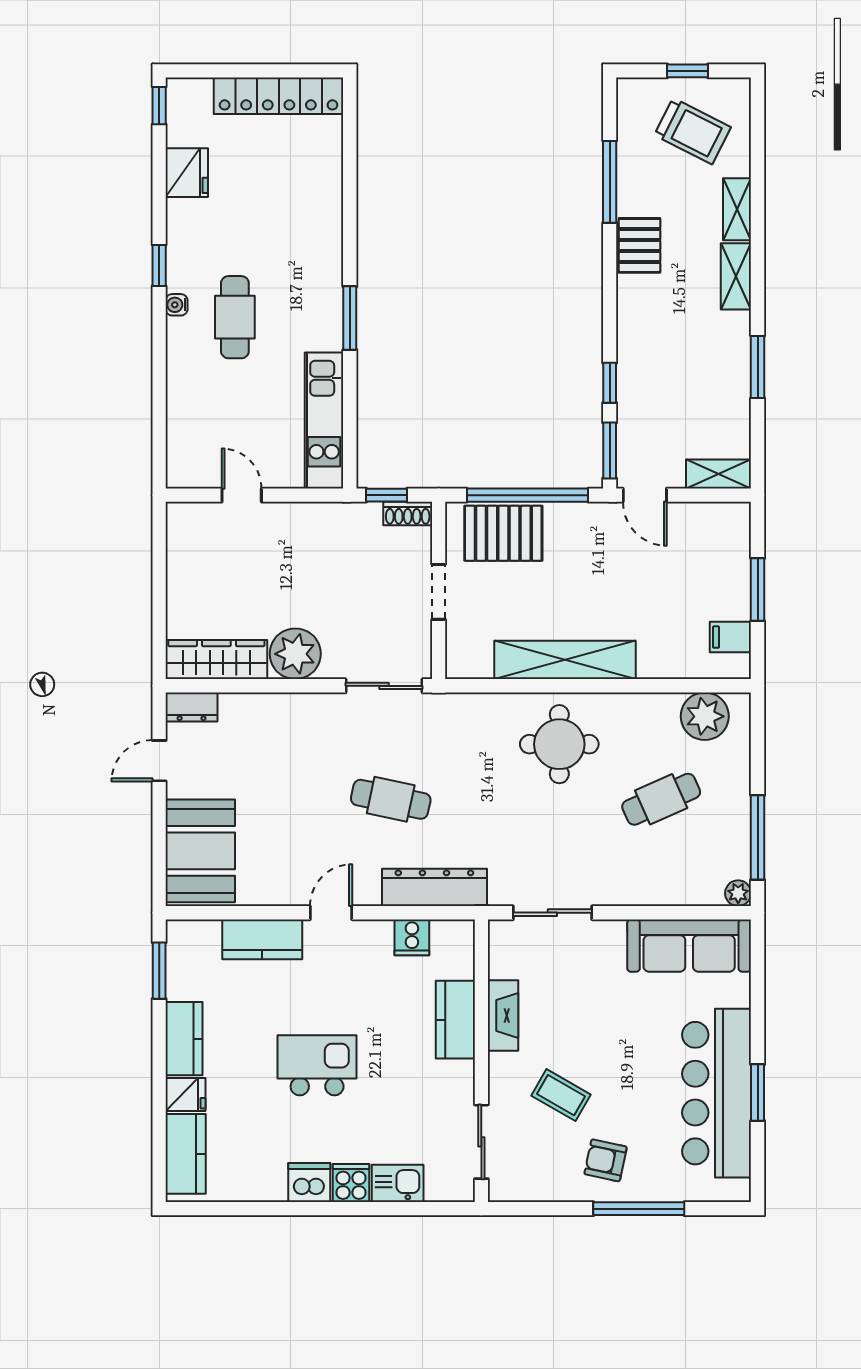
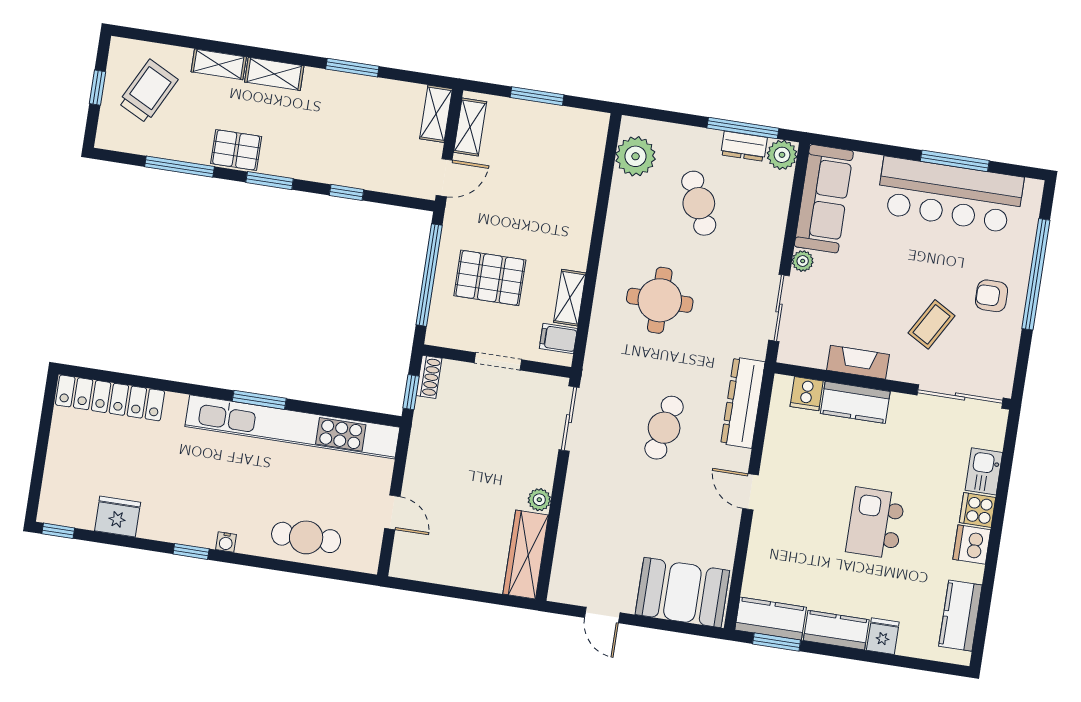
locker: (279, 96) -> (110, 398), moved, turned 90
cafe table: (235, 317) -> (306, 537), moved
kitchen unit: (324, 420) -> (292, 427), width x1.86
window: (610, 450) -> (270, 181), moved
door: (242, 495) -> (392, 512), swing flipped
shelving: (709, 516) -> (470, 127), added
pallet: (503, 533) -> (490, 278), moved, turned 90
filing cabinet: (730, 637) -> (558, 339), moved, turned 90
plant: (295, 654) -> (539, 500), width x0.53, depth x0.53
shelving: (565, 660) -> (570, 298), width x0.45, depth x0.75
dresser: (192, 707) -> (744, 146), moved, turned 90
round table: (559, 744) -> (660, 300), moved
plant: (738, 893) -> (782, 155), width x1.38, depth x1.38
plant: (612, 932) -> (803, 261), added
cooker: (412, 937) -> (807, 394), moved, turned 90
kitchen counter: (262, 939) -> (771, 619), moved, turned -90
window: (758, 1093) -> (955, 161), width x1.44
sliding door: (481, 1142) -> (960, 396), width x1.37
kitchen counter: (186, 1154) -> (960, 616), moved, turned -90
armchair: (606, 1160) -> (992, 296), turned 78
window: (639, 1209) -> (1036, 274), width x1.46

